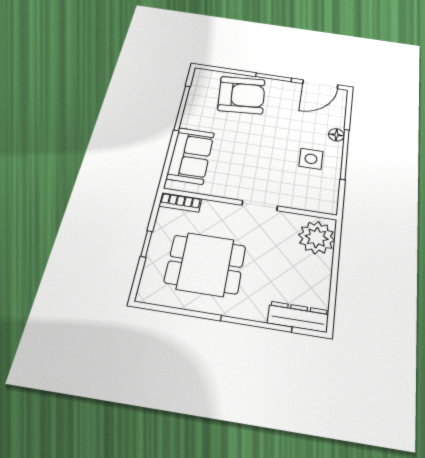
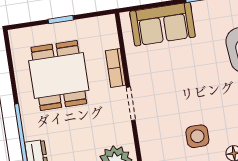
bookcase: (180, 202) -> (116, 68), moved

